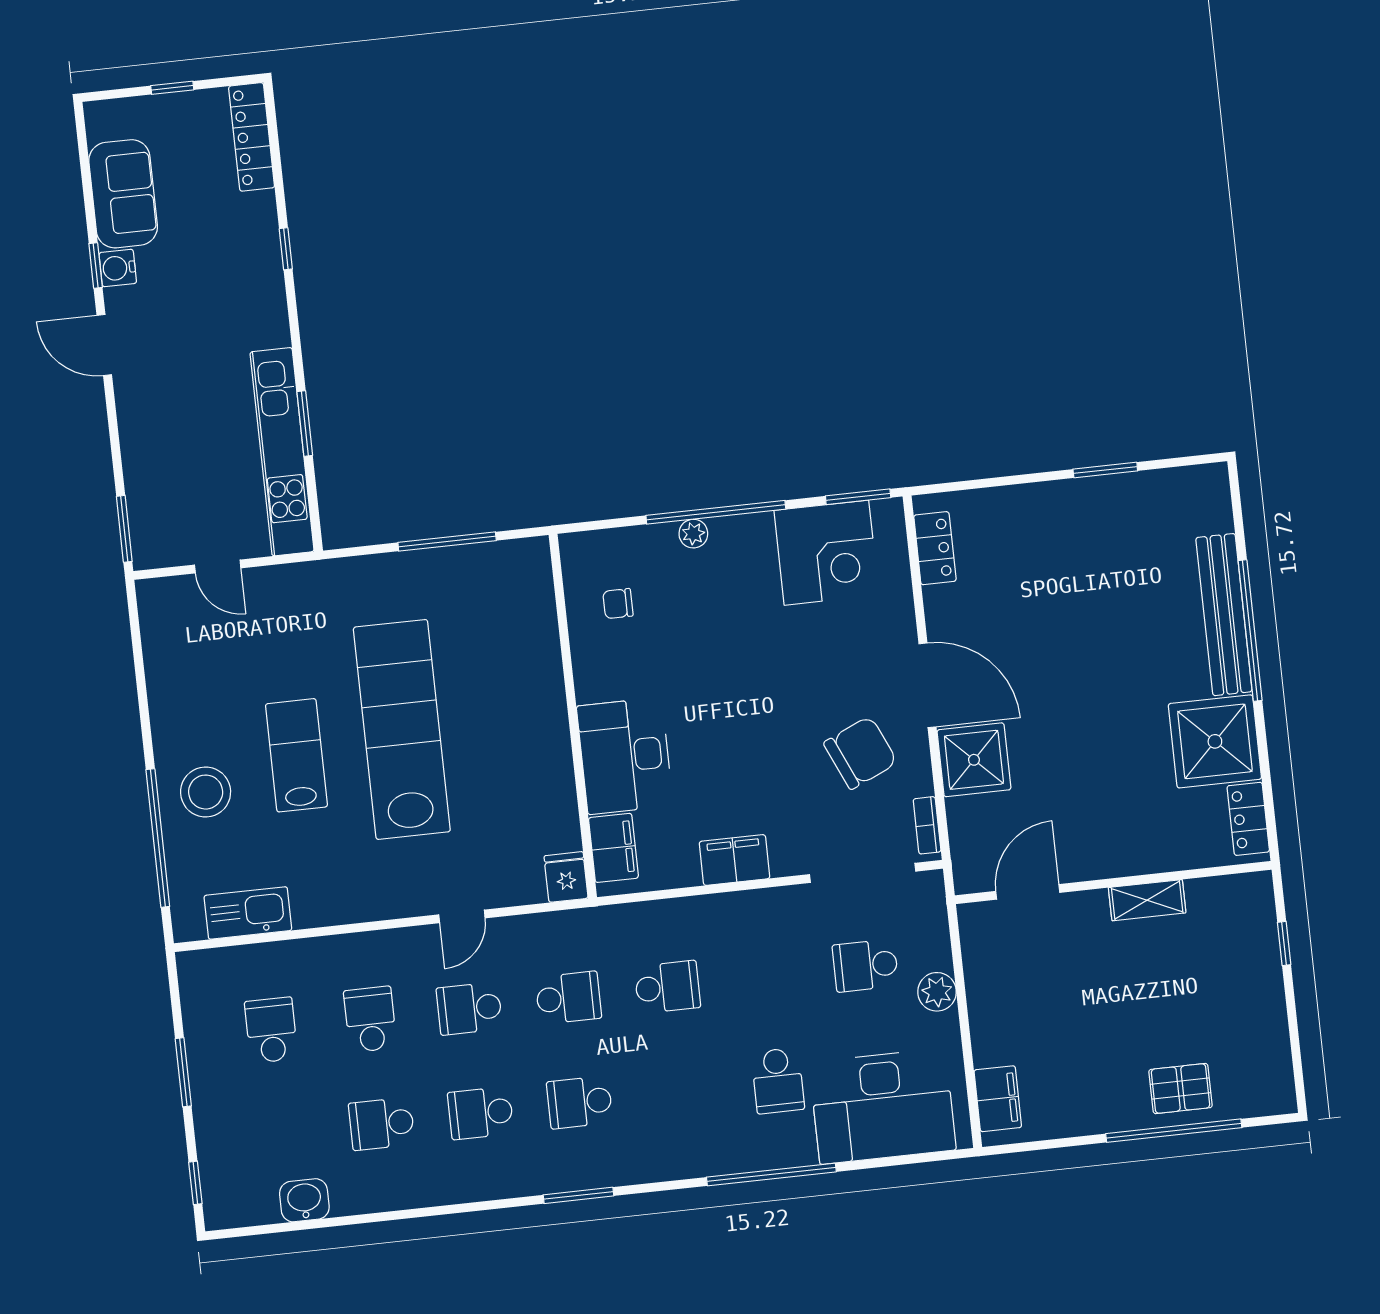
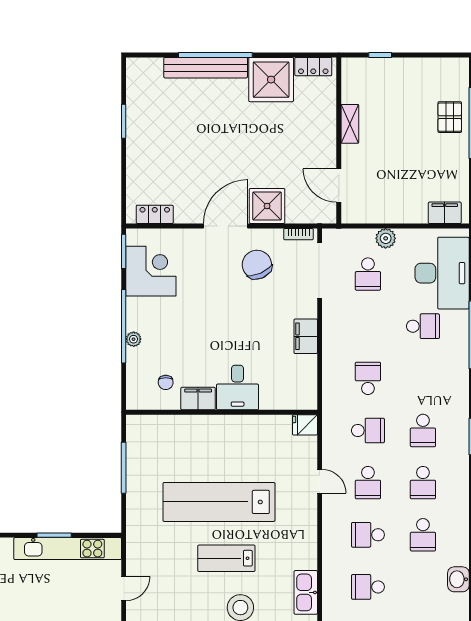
desk: (625, 756) -> (238, 387), width x0.73
filing cabinet: (613, 848) -> (198, 399), moved
school desk: (568, 998) -> (368, 430), turned 90

